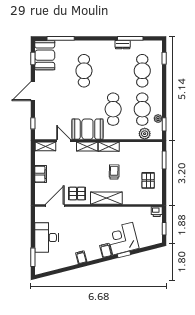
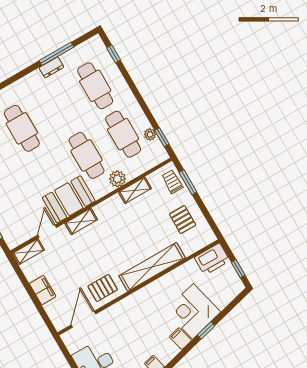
plant: (145, 134) -> (117, 179), moved
door: (64, 141) -> (47, 231), hinge flipped
shelving: (109, 147) -> (135, 190), moved
trolley: (114, 172) -> (172, 182), moved
shelving: (106, 198) -> (152, 267), width x1.47
printer: (157, 212) -> (212, 259), width x1.87, depth x1.48

